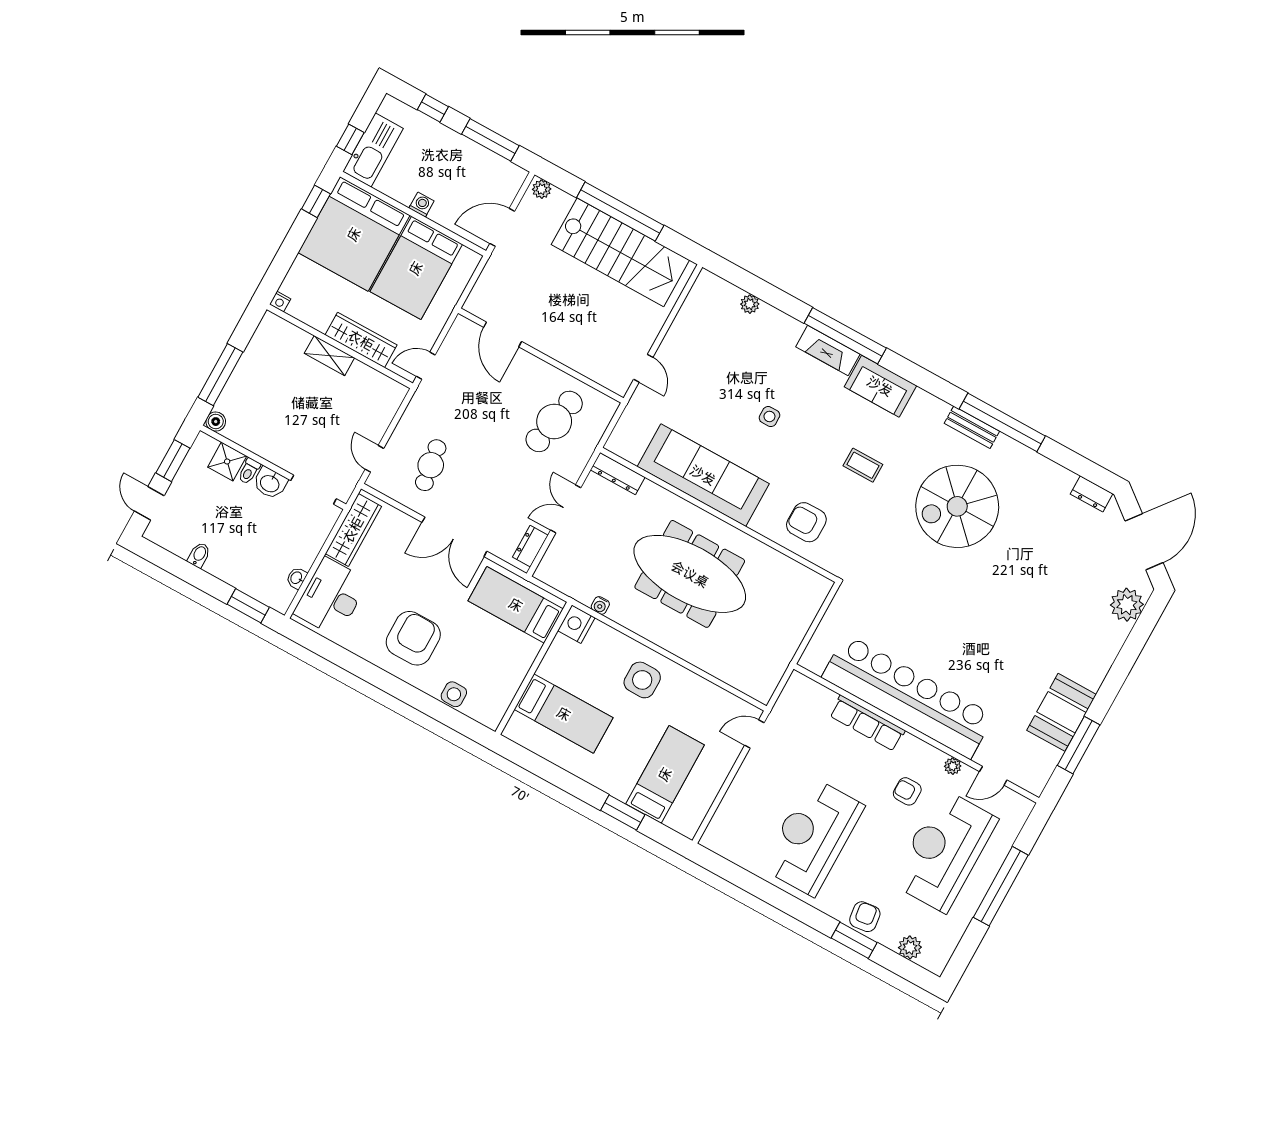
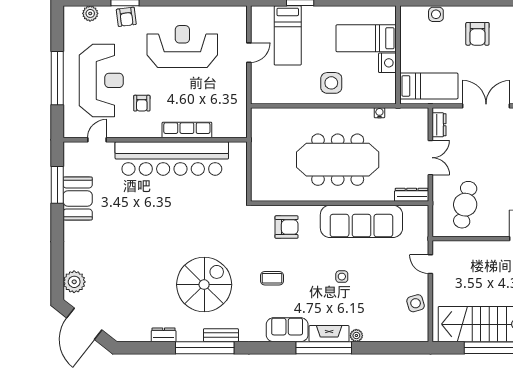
plant: (750, 304) -> (356, 335), moved
side table: (692, 327) -> (416, 303), added
dresser: (1092, 494) -> (164, 335), moved
nightstand: (576, 624) -> (387, 63), moved
armchair: (413, 638) -> (477, 34), width x0.73, depth x0.73
door: (754, 734) -> (249, 53), moved
plant: (953, 766) -> (124, 132), removed
armchair: (907, 791) -> (142, 103), turned 90
reception desk: (812, 837) -> (182, 47), turned -90

